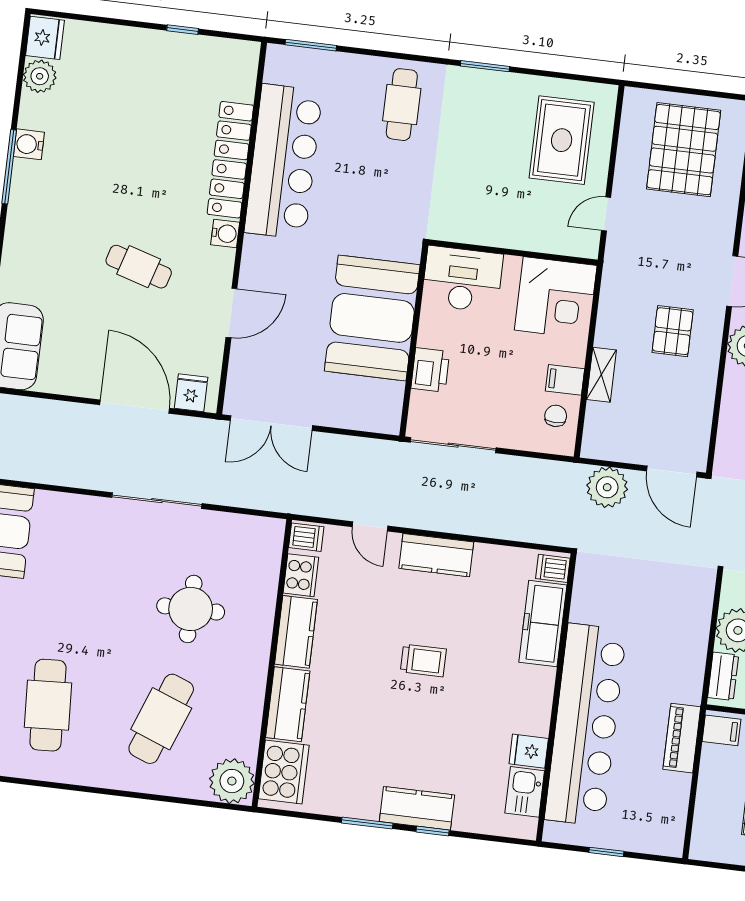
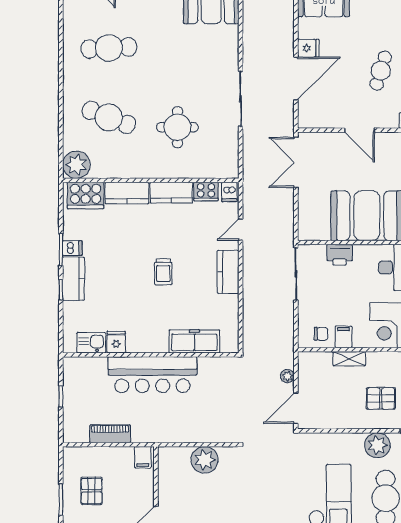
fridge: (191, 393) -> (308, 48), moved
plant: (607, 487) -> (287, 376), width x0.53, depth x0.53
dishwasher: (553, 568) -> (72, 248), moved, turned 90
dresser: (723, 676) -> (176, 454), removed
bar counter: (586, 725) -> (152, 375), width x0.73
piano: (682, 738) -> (110, 434), moved

